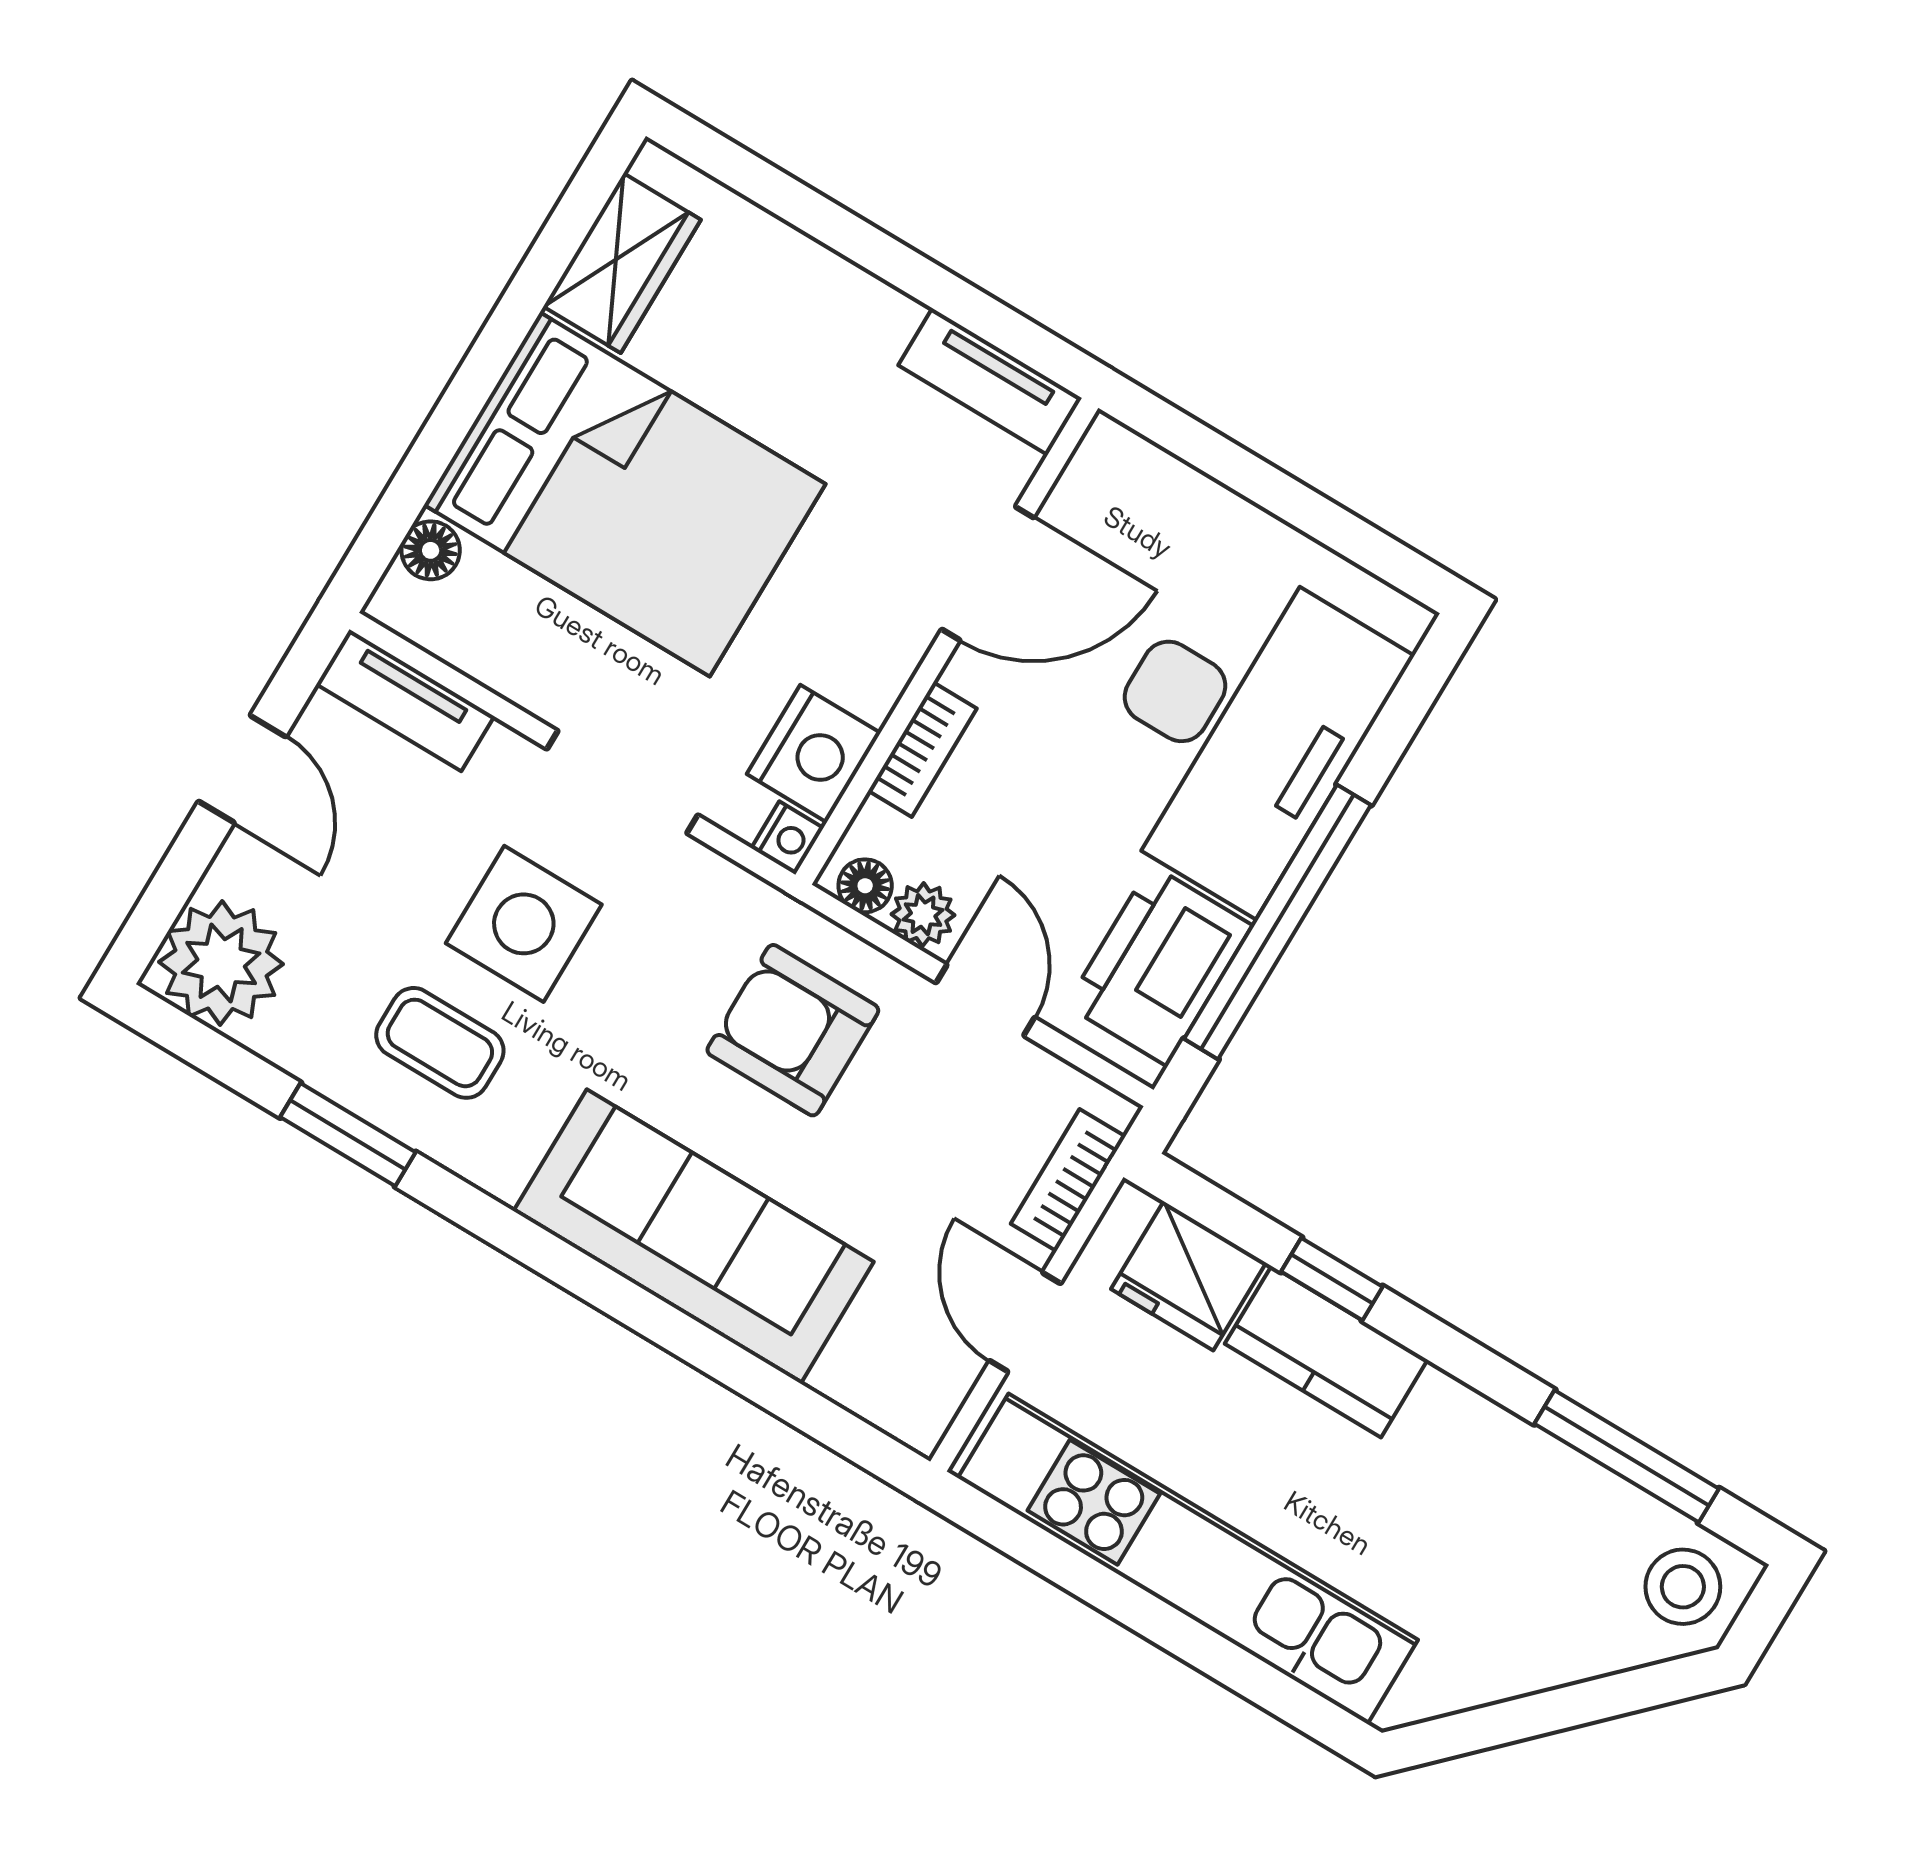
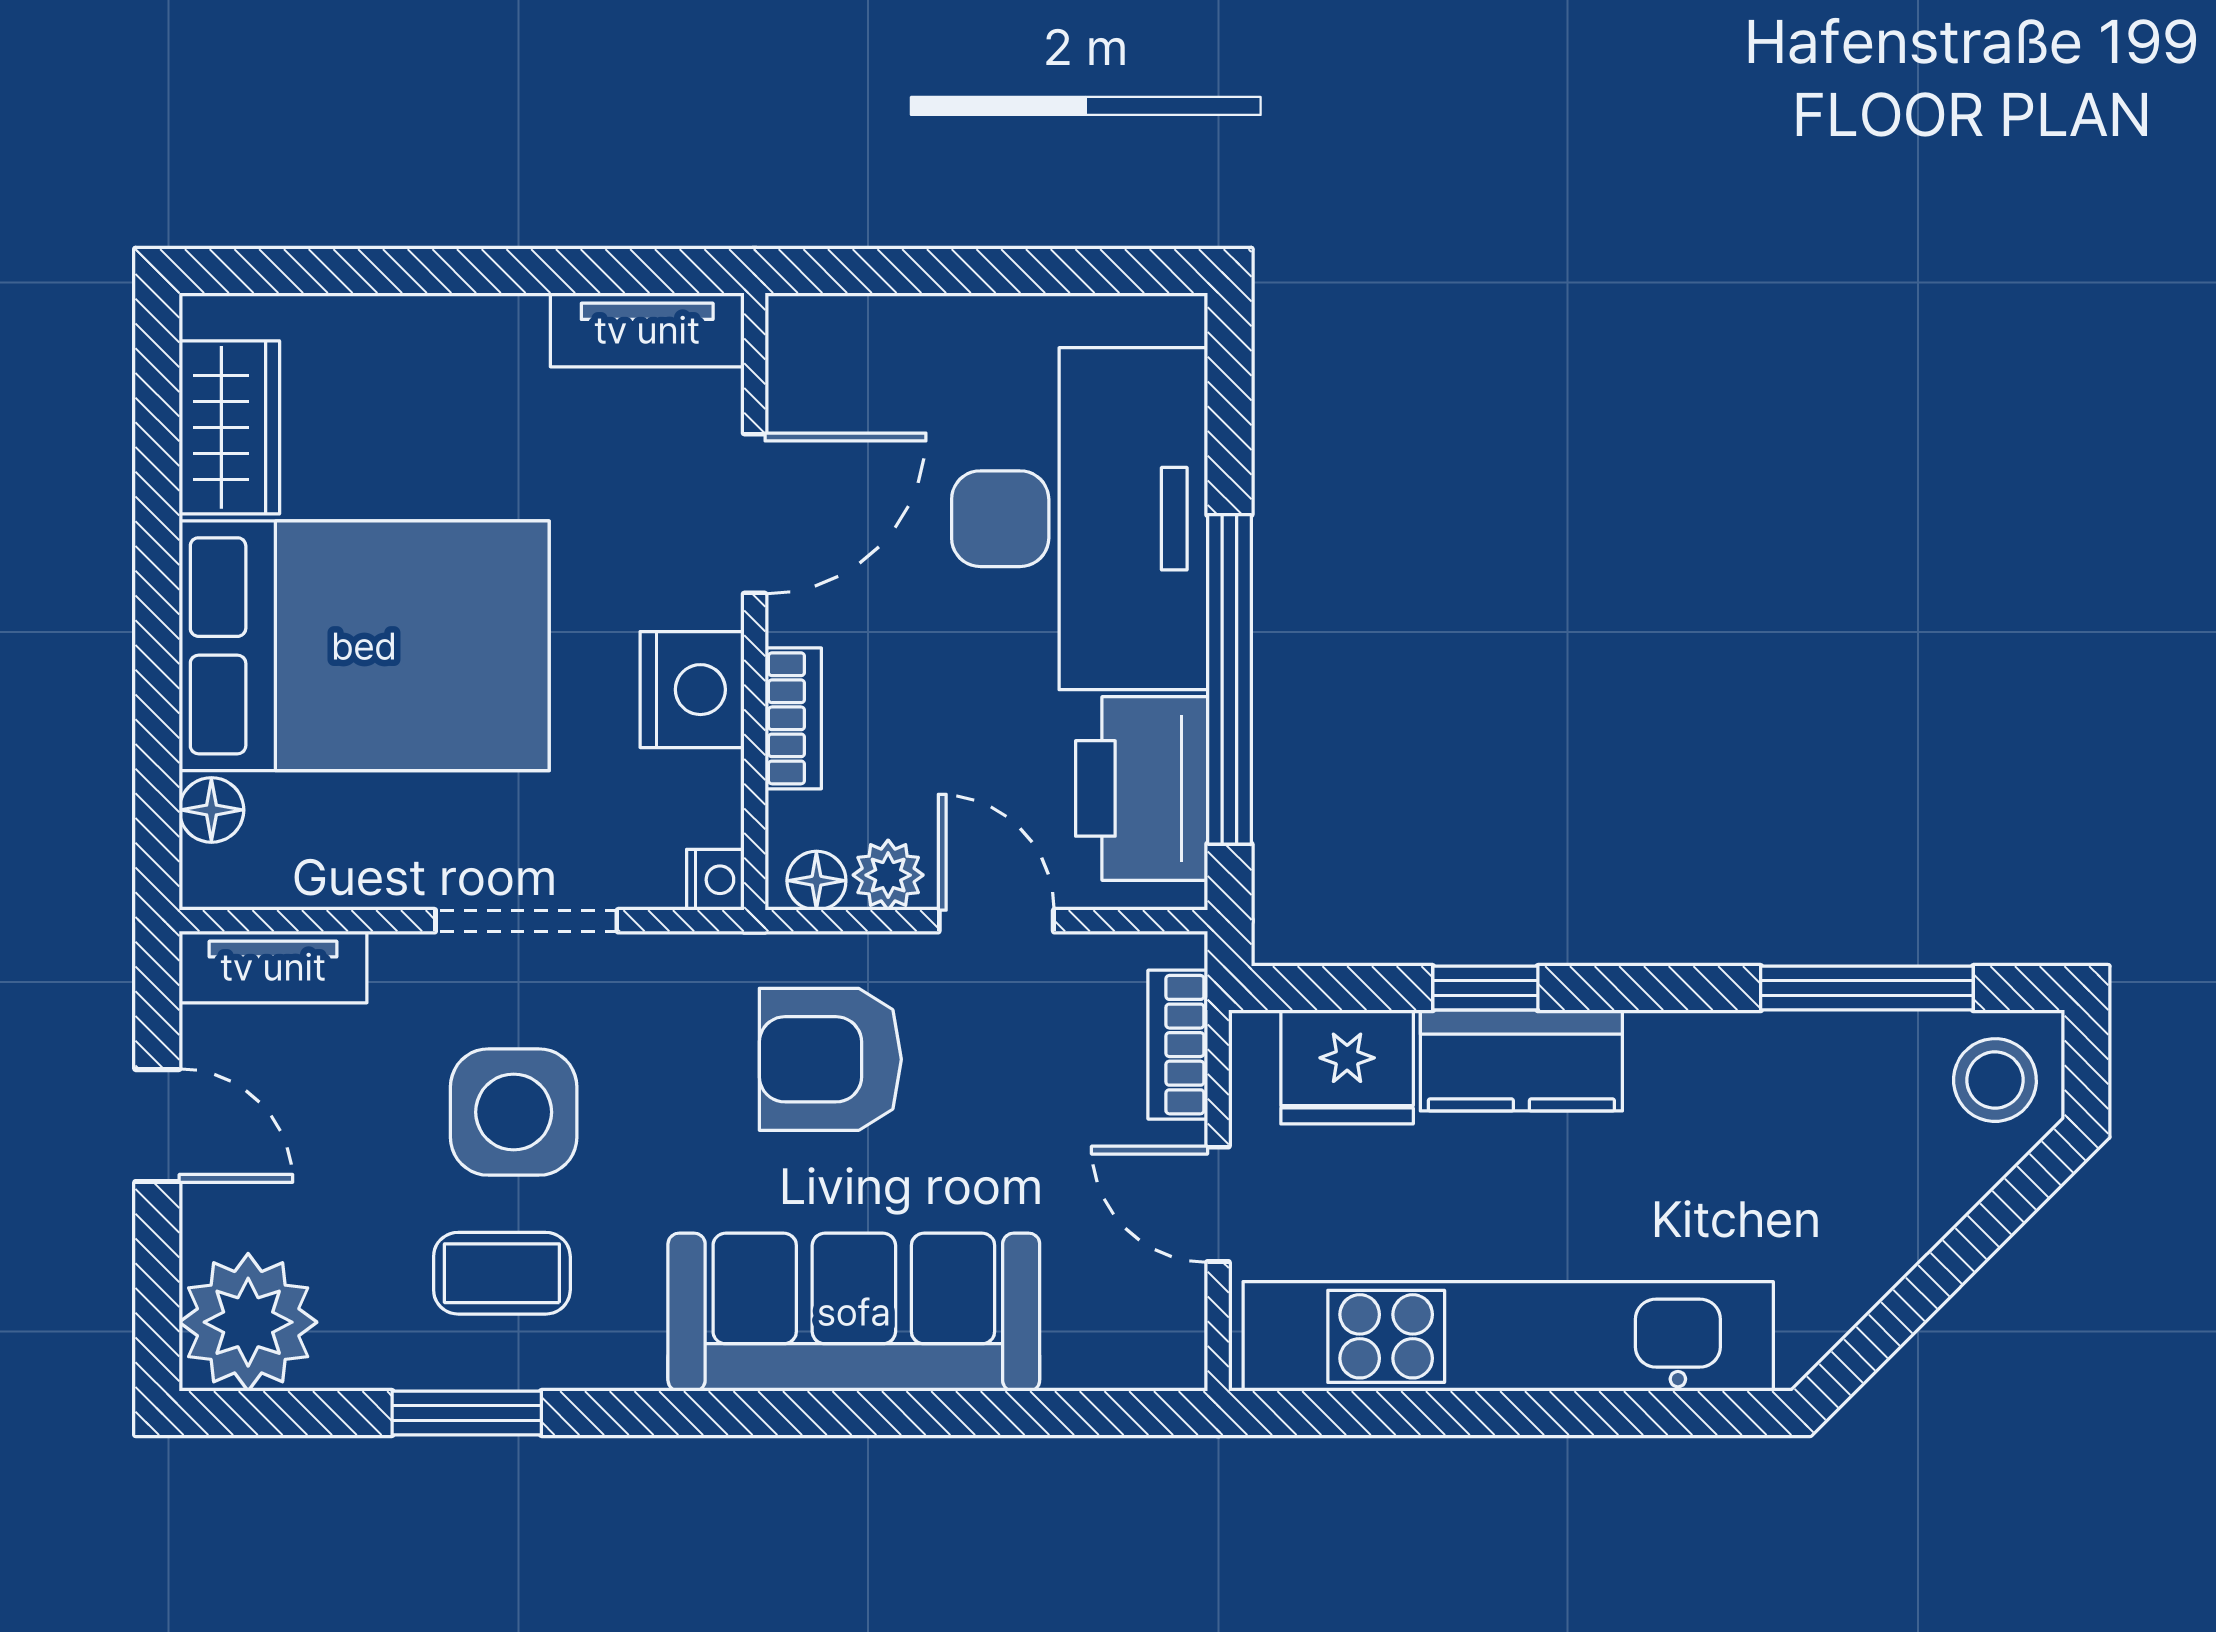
nightstand: (814, 754) -> (692, 690), moved

